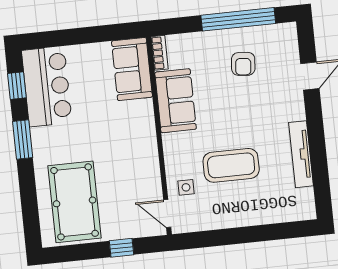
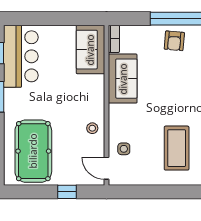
armchair: (243, 64) -> (174, 41), moved
coffee table: (231, 165) -> (177, 148), moved, turned 90
stool: (144, 166) -> (92, 128), added

